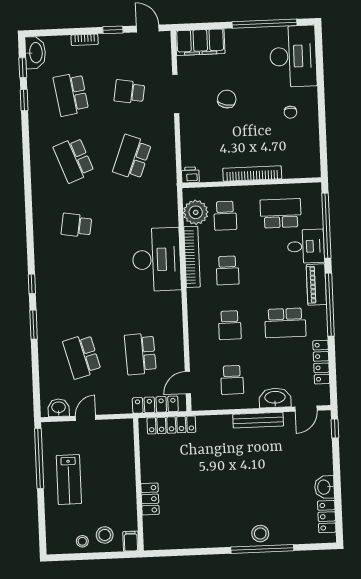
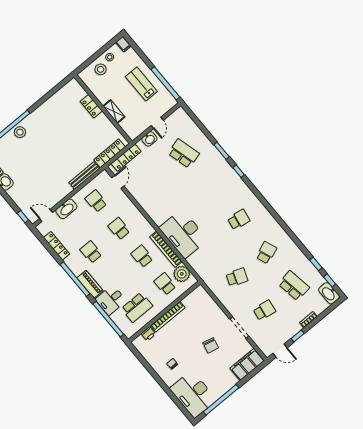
school desk: (132, 157) -> (237, 277), width x0.54
school desk: (74, 160) -> (266, 253), width x0.54
printer: (190, 175) -> (148, 334), moved
school desk: (285, 323) -> (91, 252), width x0.54
school desk: (140, 354) -> (154, 178), removed
washbasin: (59, 408) -> (149, 139), moved
door: (306, 409) -> (46, 216), hinge flipped
bench: (258, 420) -> (84, 175), moved
shelving: (128, 472) -> (114, 112), added
filing cabinet: (131, 541) -> (123, 44), moved

